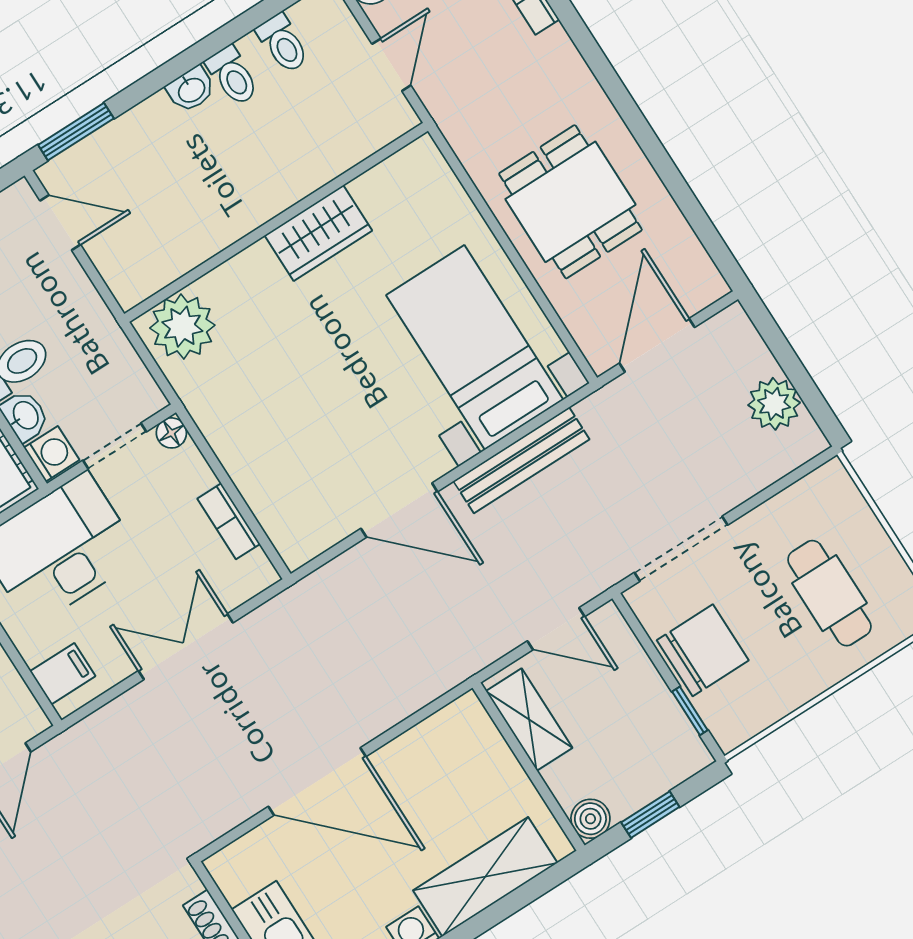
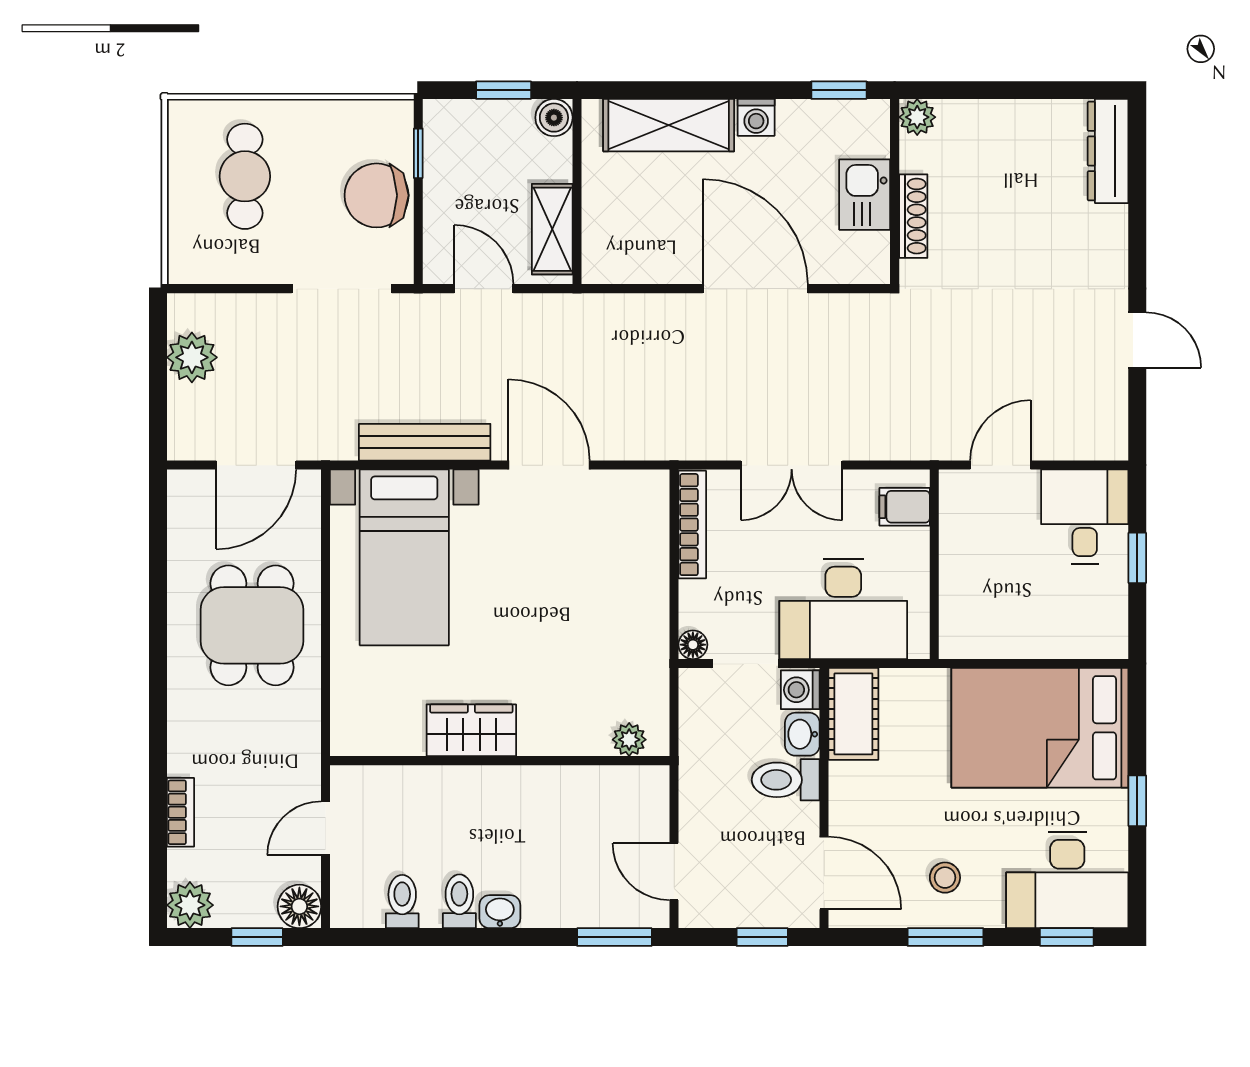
plant: (182, 327) -> (629, 740), width x0.53, depth x0.53
bookcase: (229, 521) -> (692, 525), width x1.56

